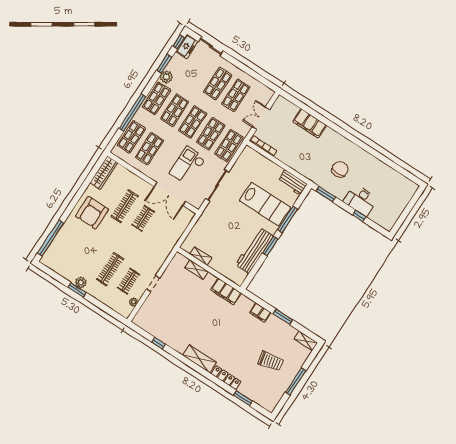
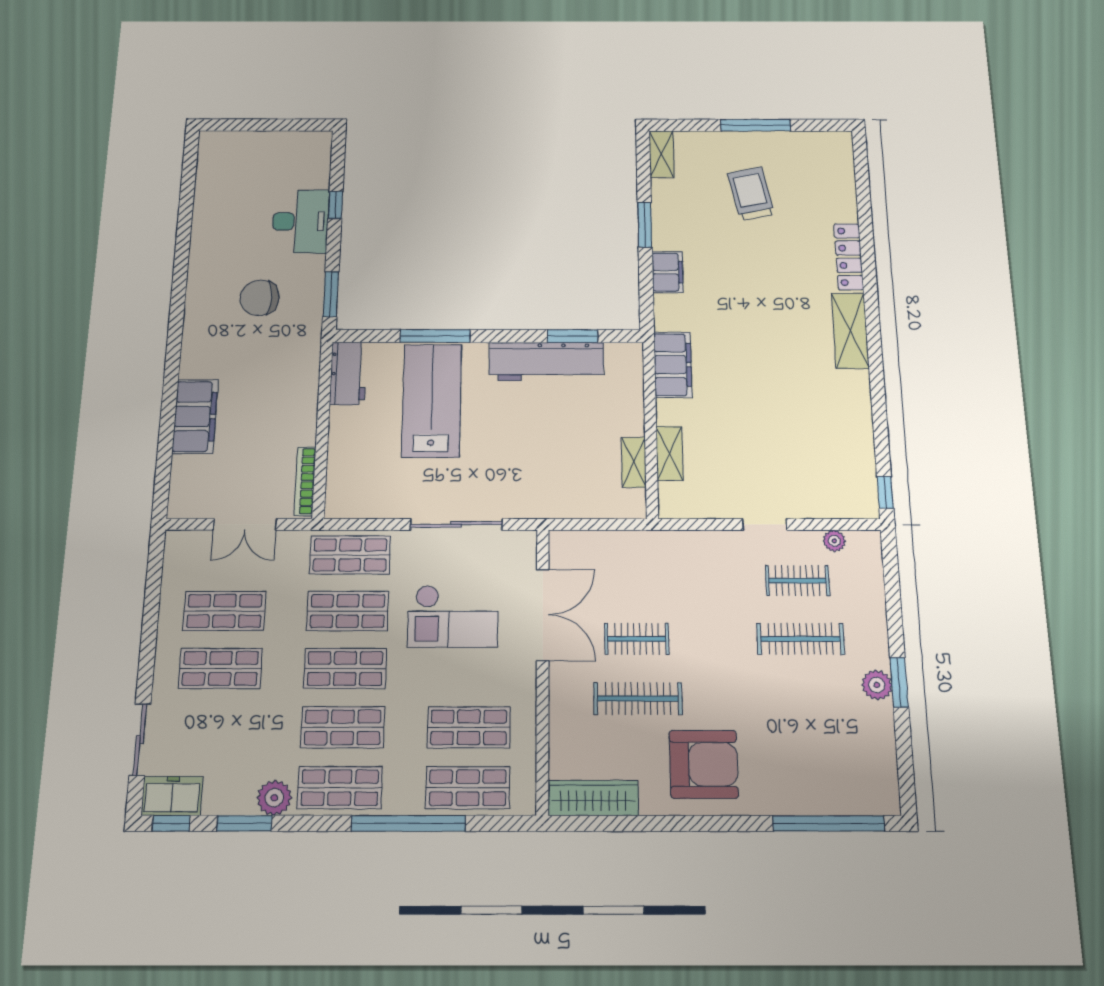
window: (270, 246) -> (573, 336), moved
window: (158, 343) -> (885, 492), moved
window: (243, 398) -> (864, 200), removed

